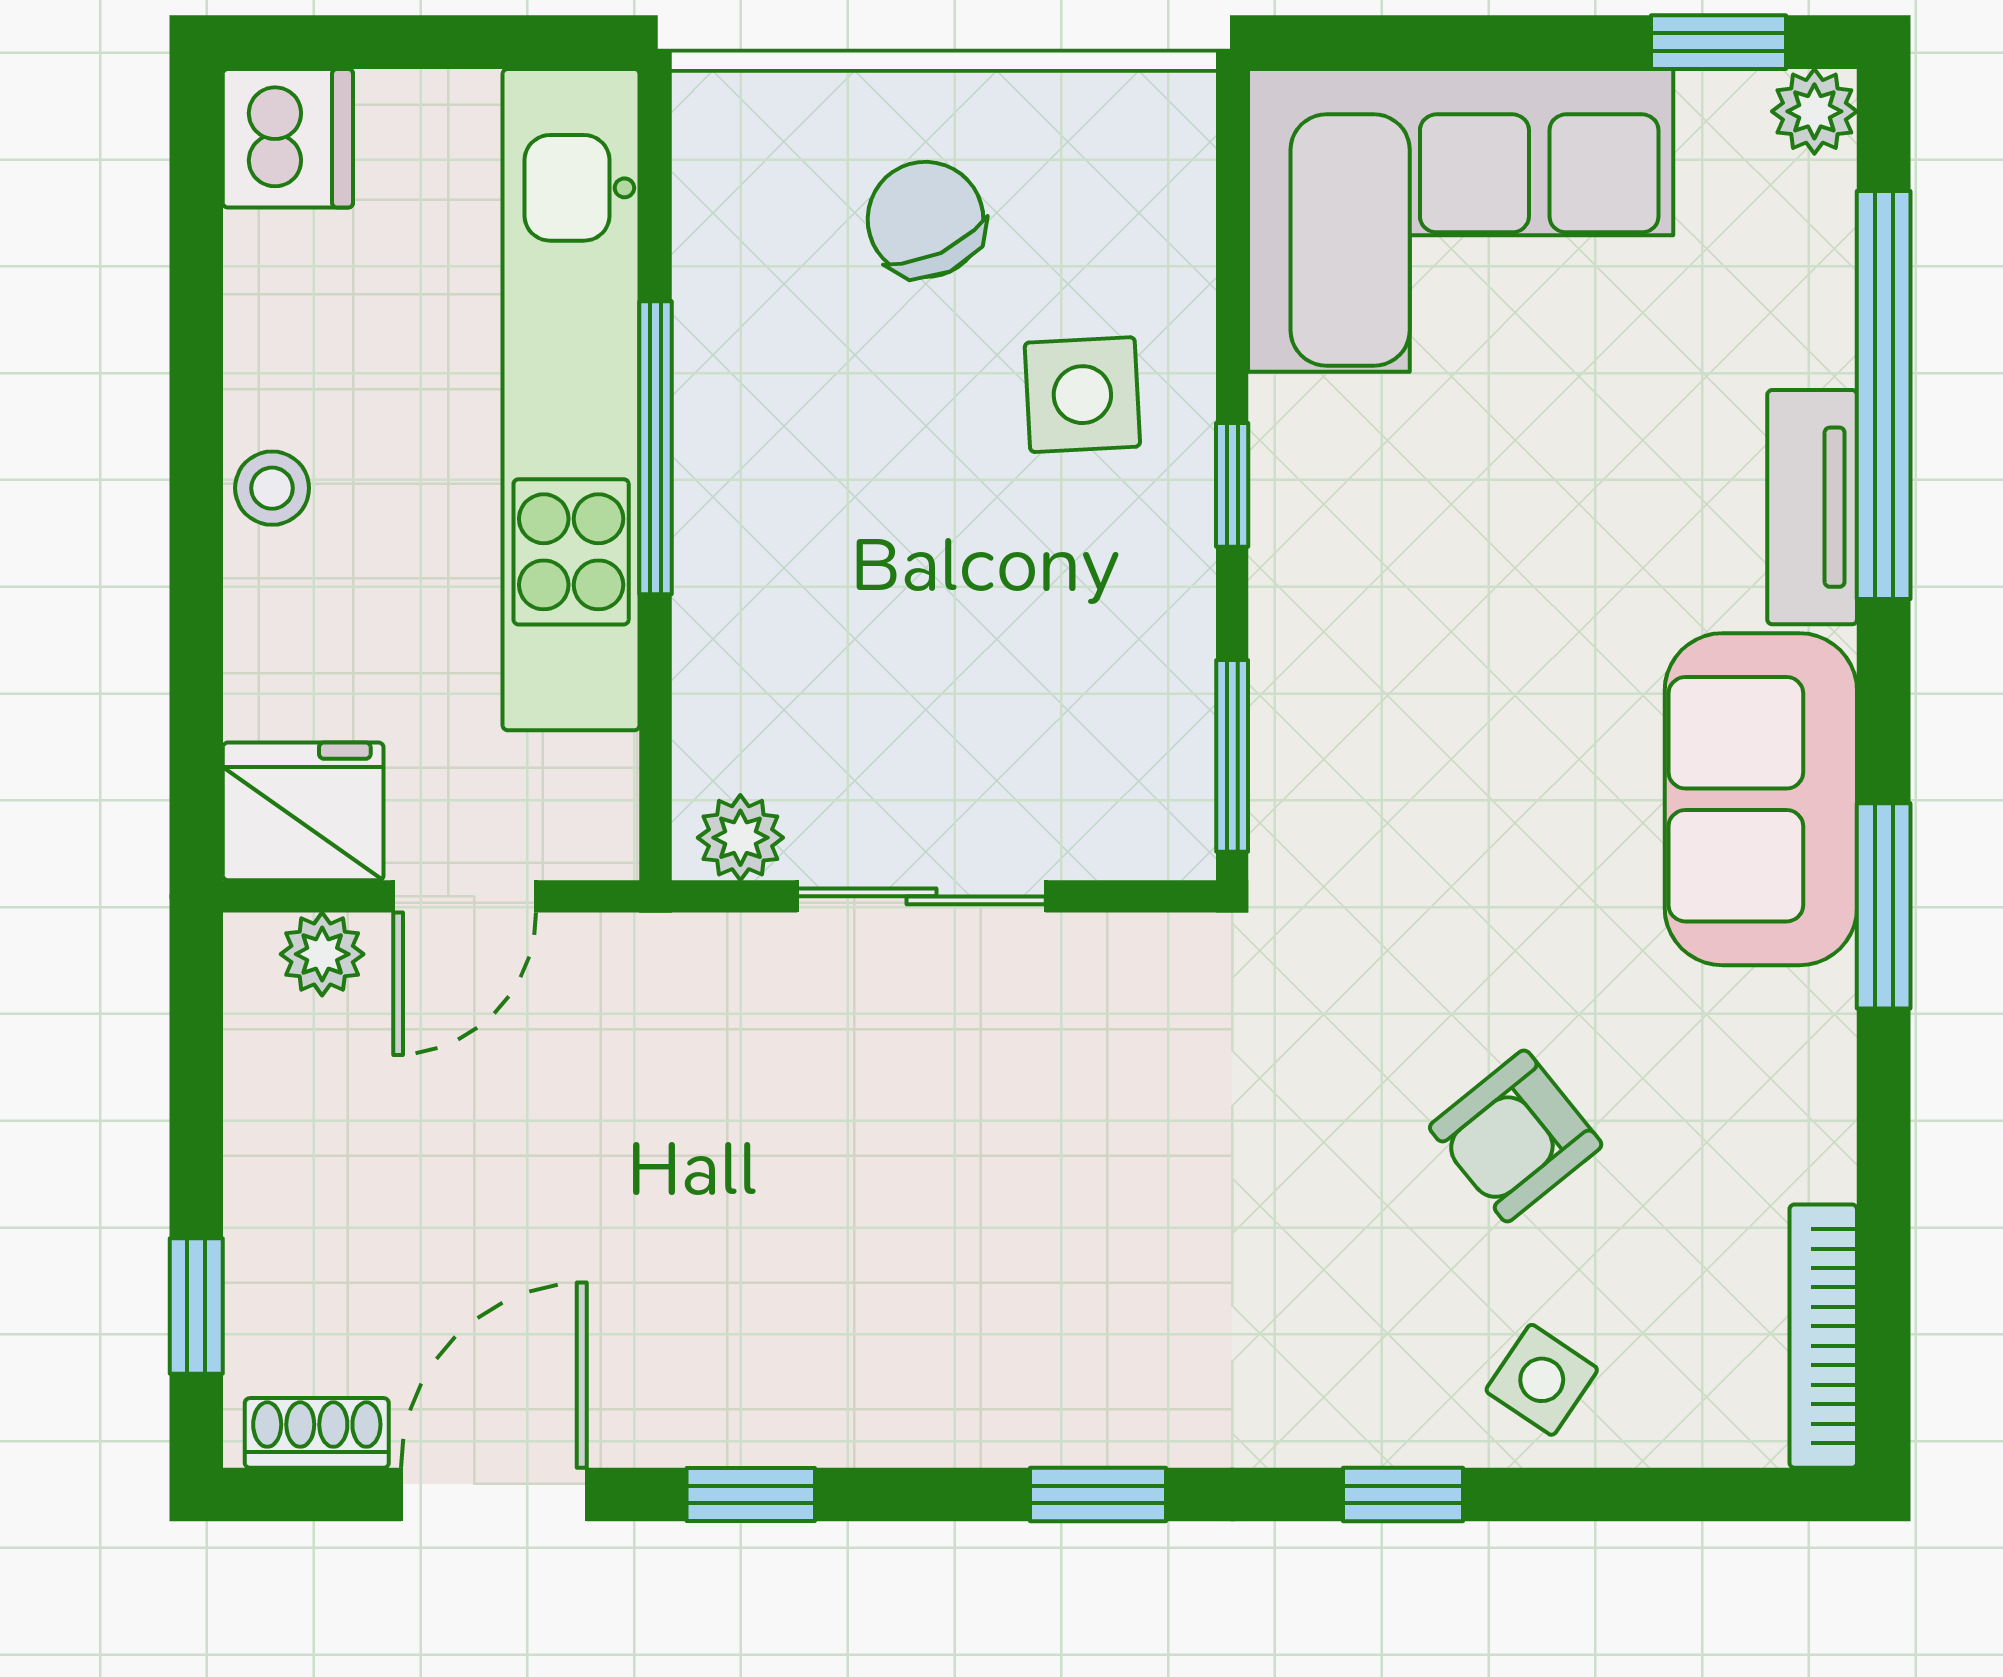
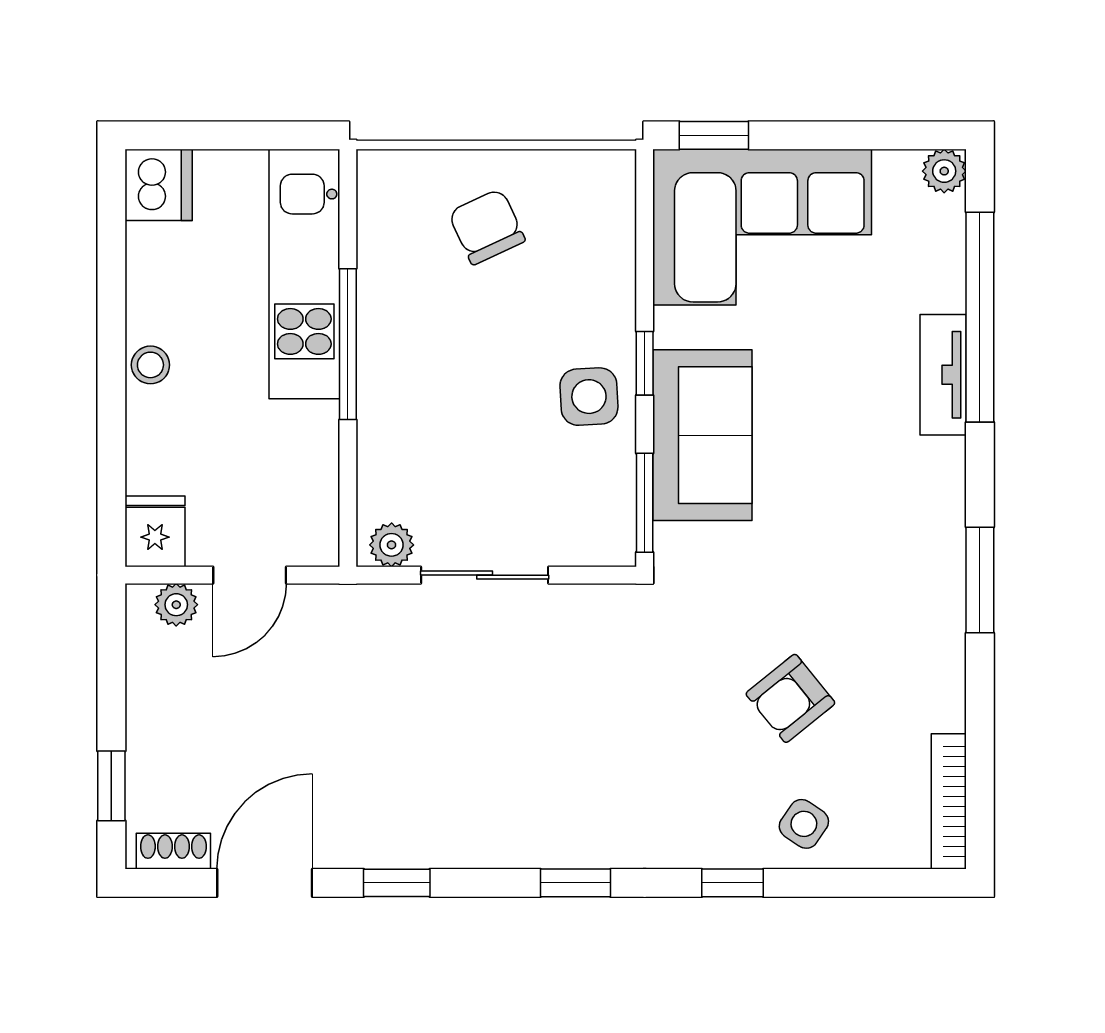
window: (1718, 42) -> (714, 135), moved
side table: (1082, 395) -> (589, 397), moved
kitchen unit: (571, 400) -> (304, 274), width x0.73
sofa: (1761, 799) -> (702, 435), moved, turned 180
fridge: (303, 811) -> (155, 531), width x0.72

